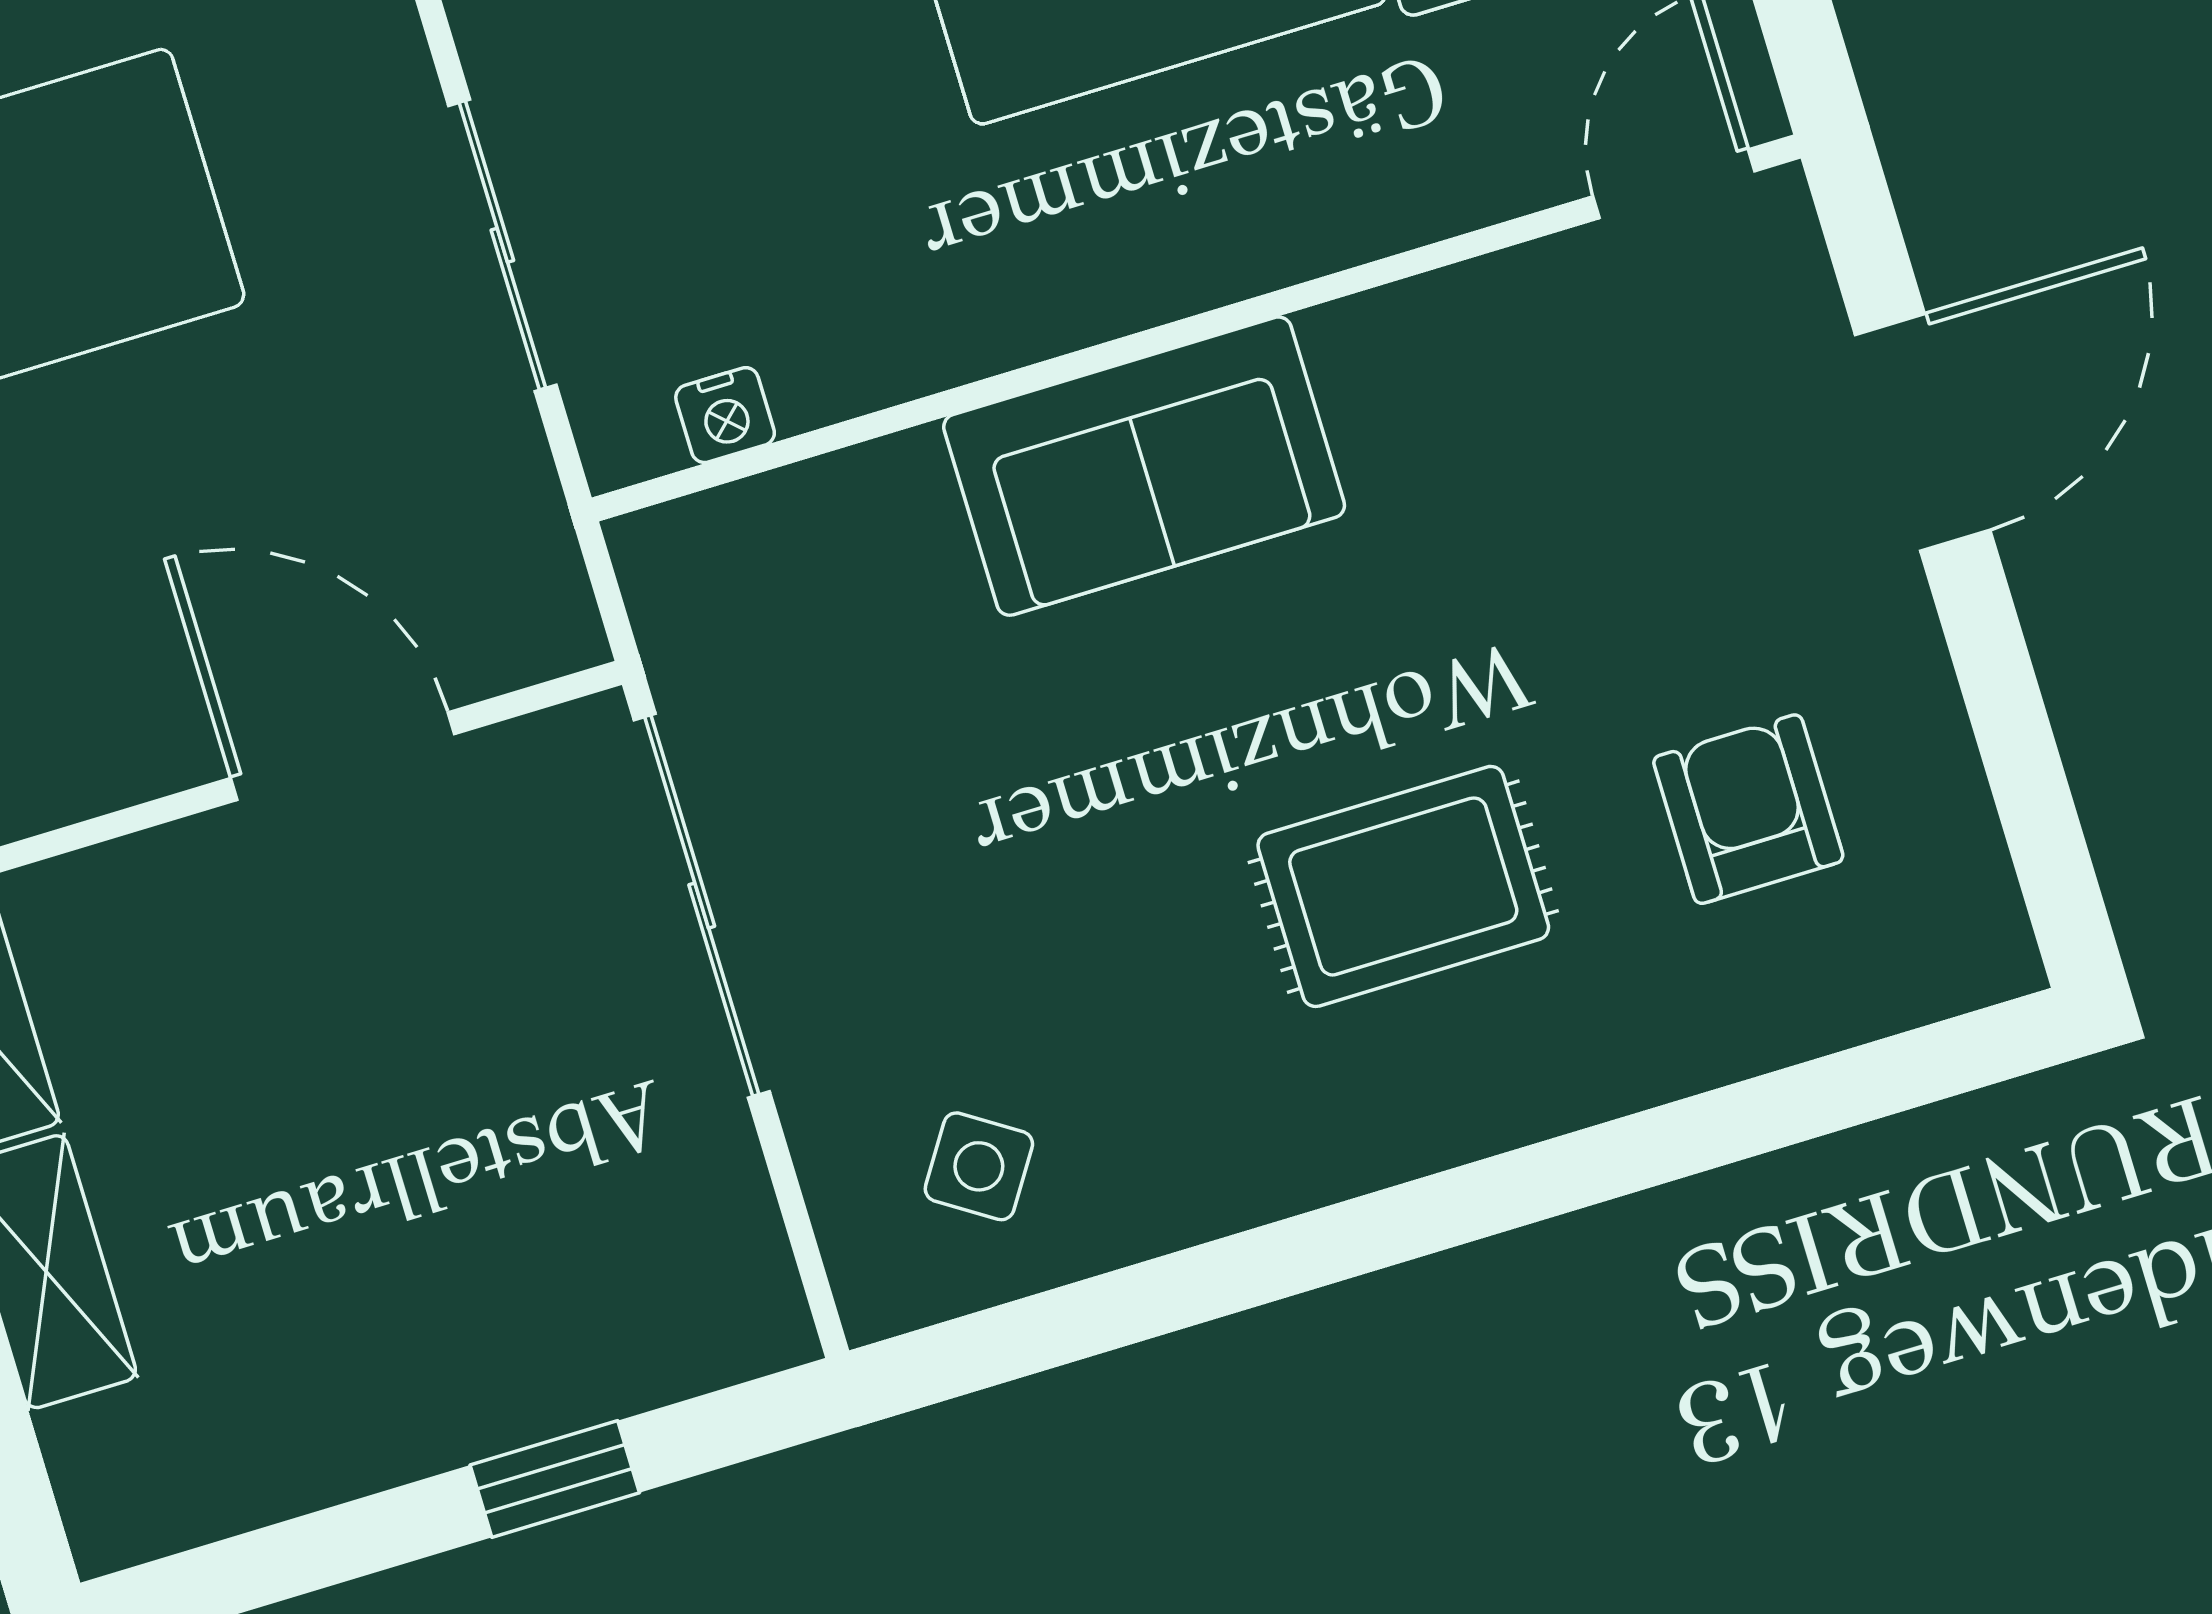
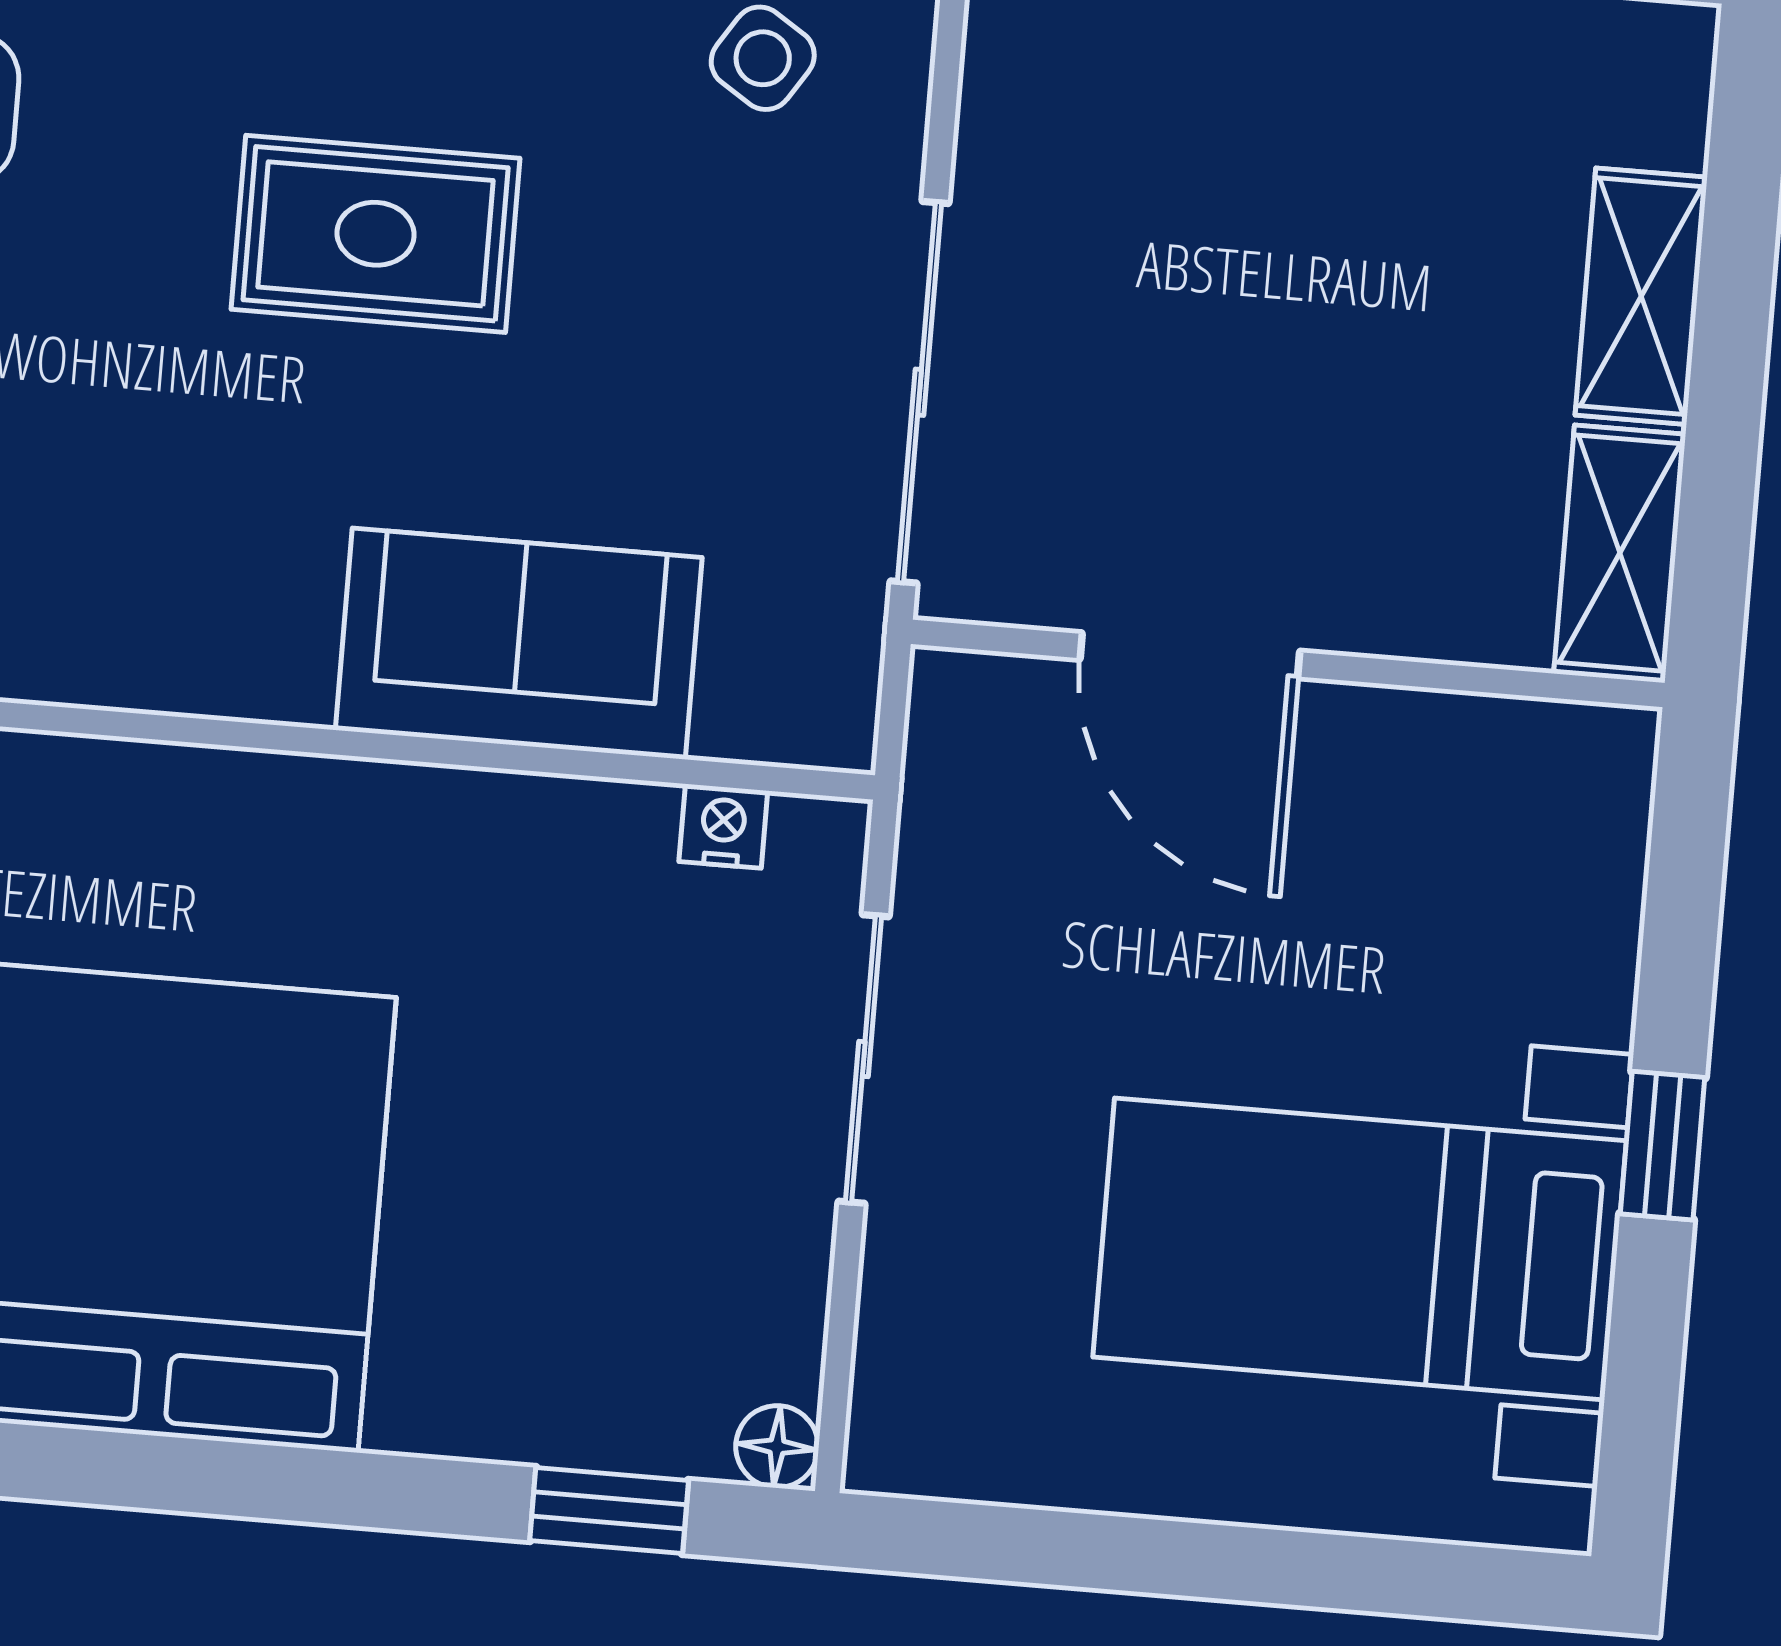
sofa: (1144, 466) -> (519, 644), moved
rug: (1403, 886) -> (376, 234), moved

